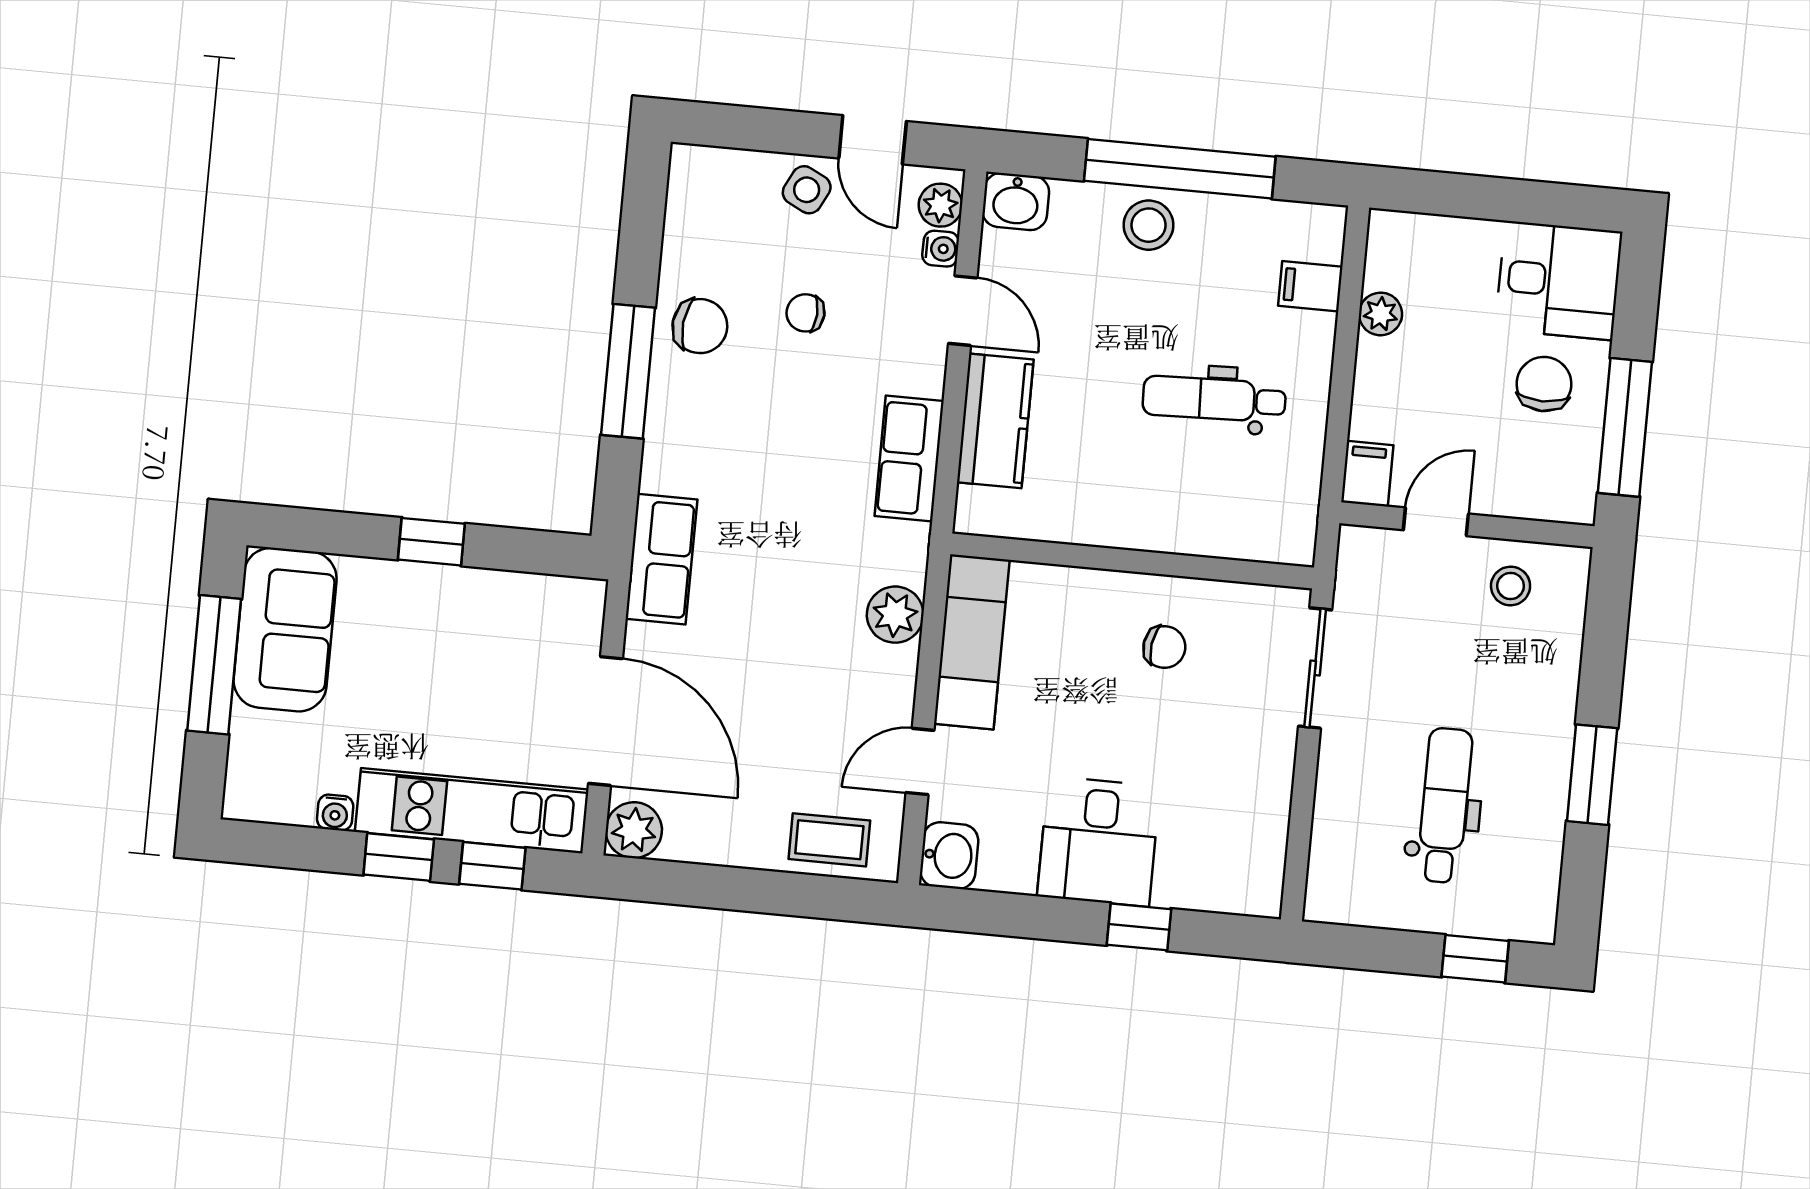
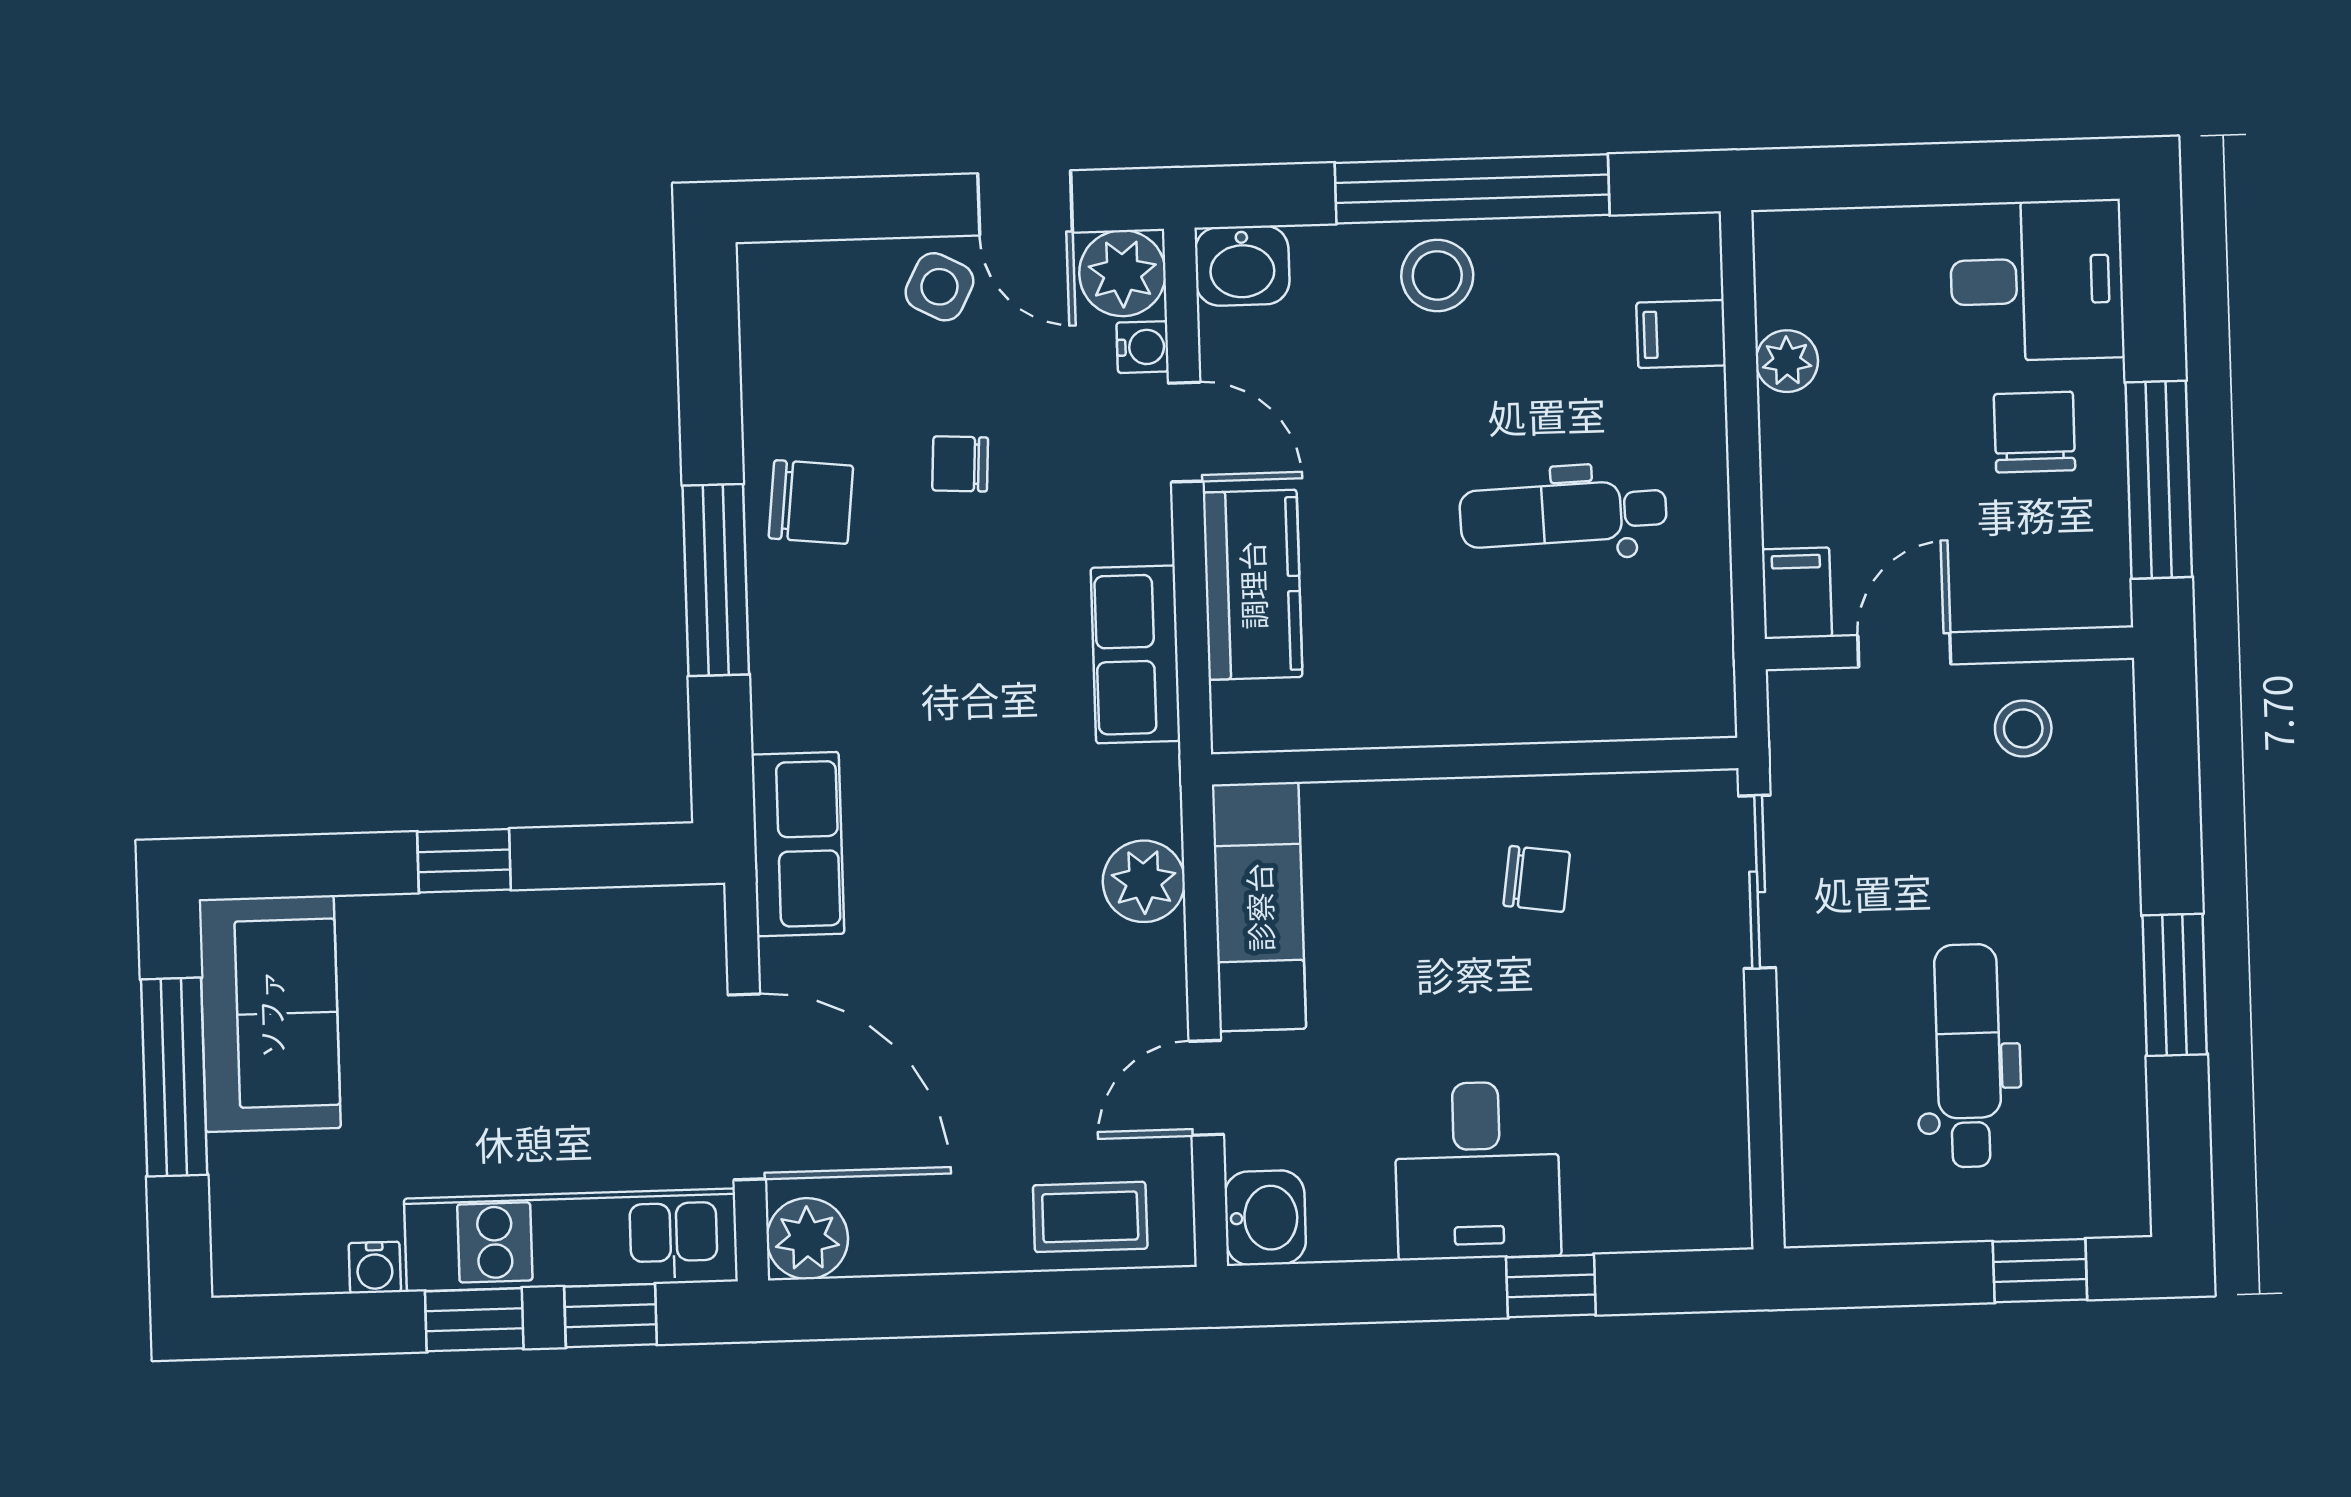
plant: (940, 205) -> (1122, 273), width x1.38, depth x1.38

